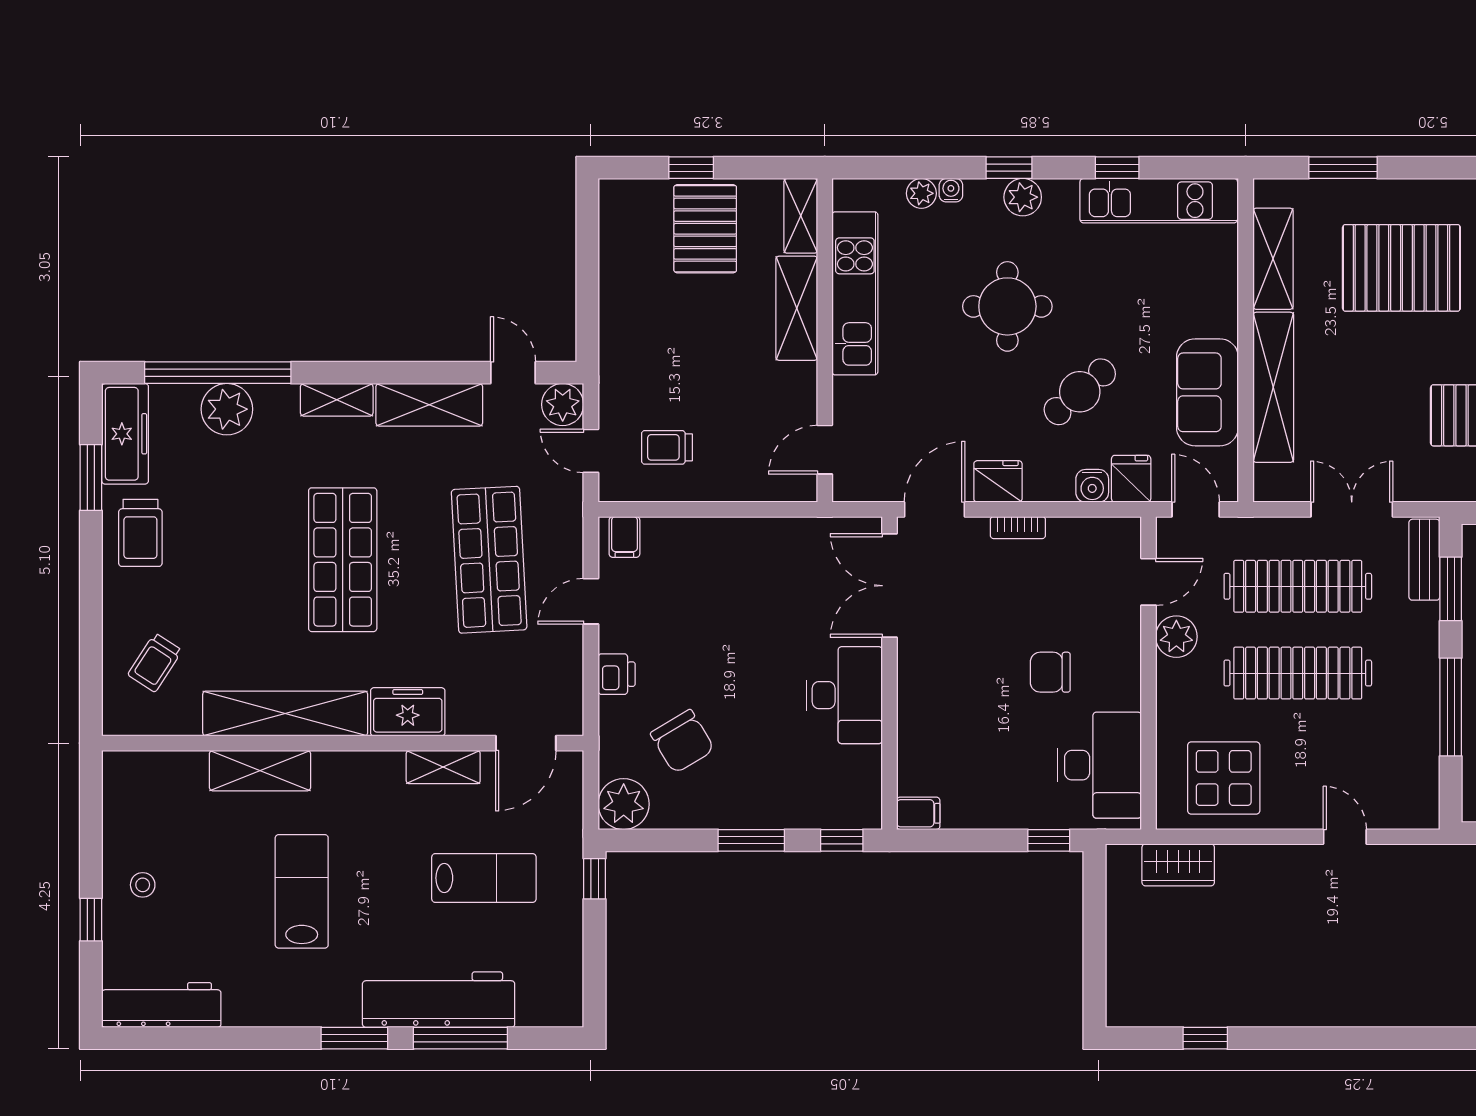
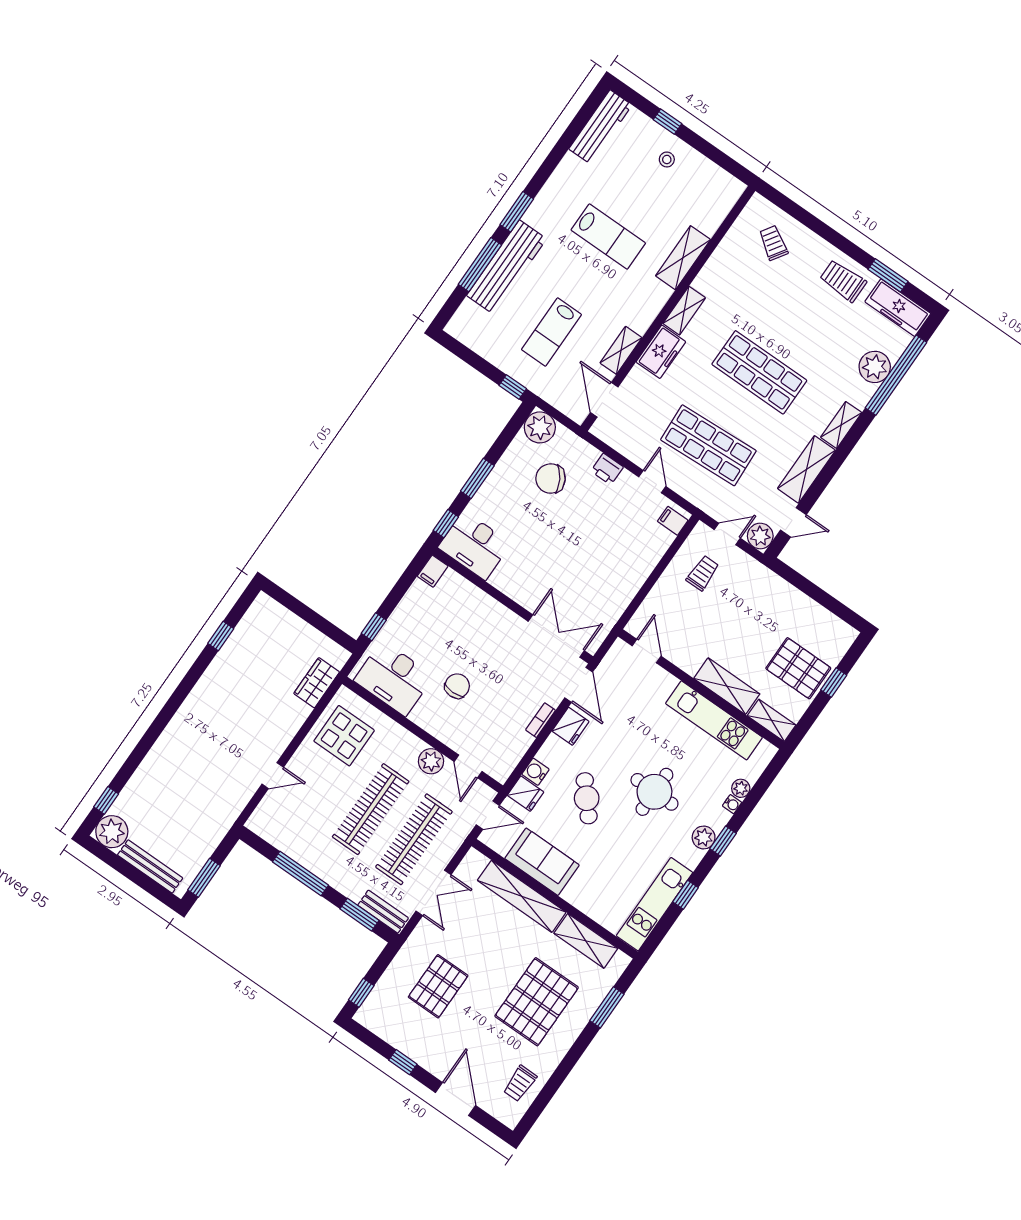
desk: (844, 695) -> (475, 545), moved
shelving: (285, 713) -> (684, 311), width x0.45, depth x0.75

